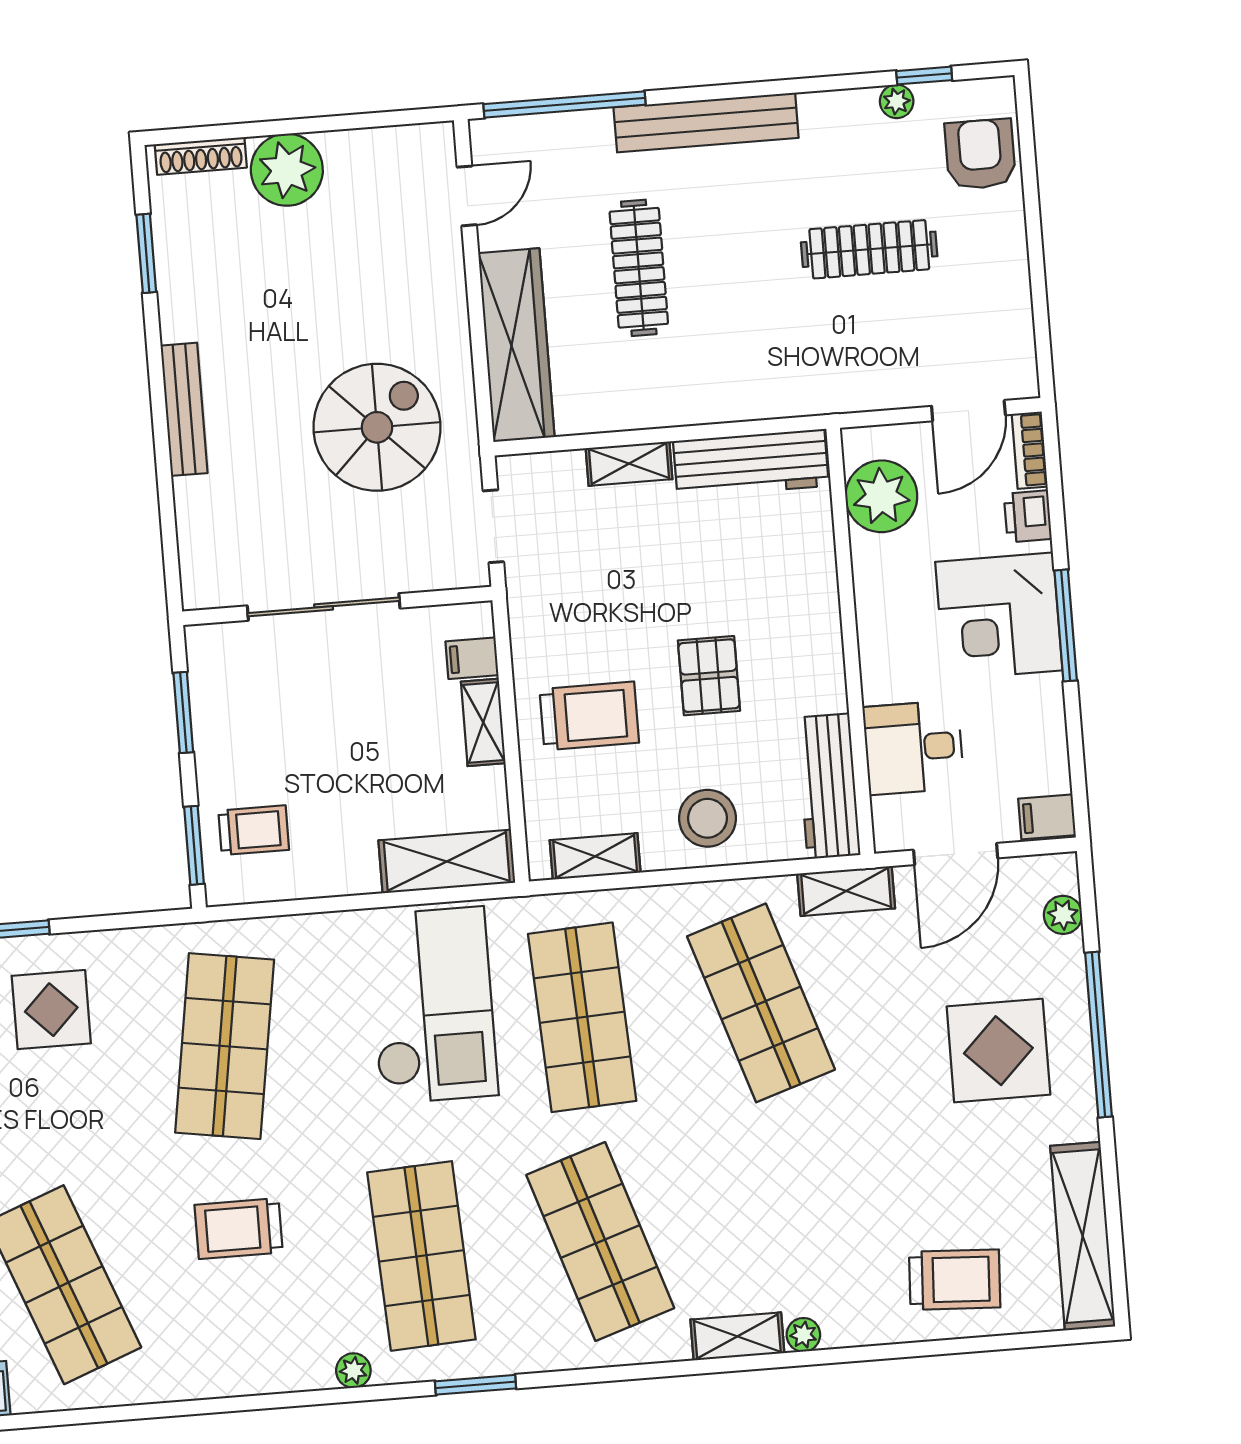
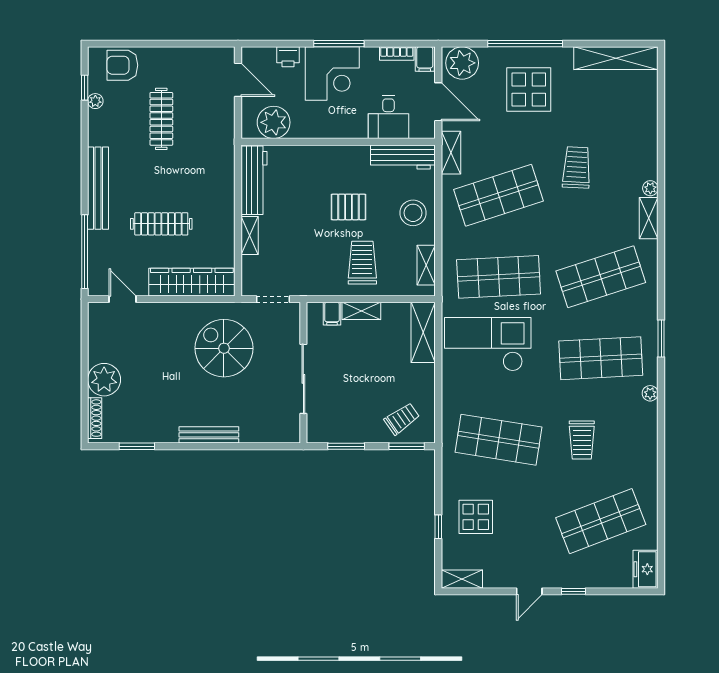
bookcase: (1030, 450) -> (397, 54), moved
trolley: (254, 830) -> (402, 419), turned 55
plant: (1063, 915) -> (462, 63), width x1.88, depth x1.88
trolley: (955, 1280) -> (577, 167), moved

